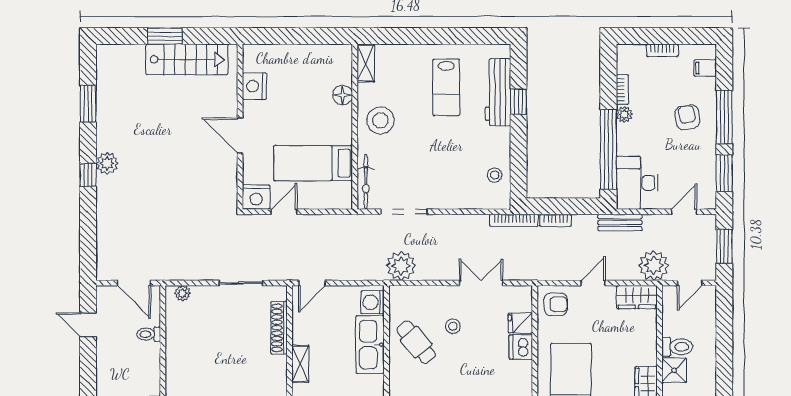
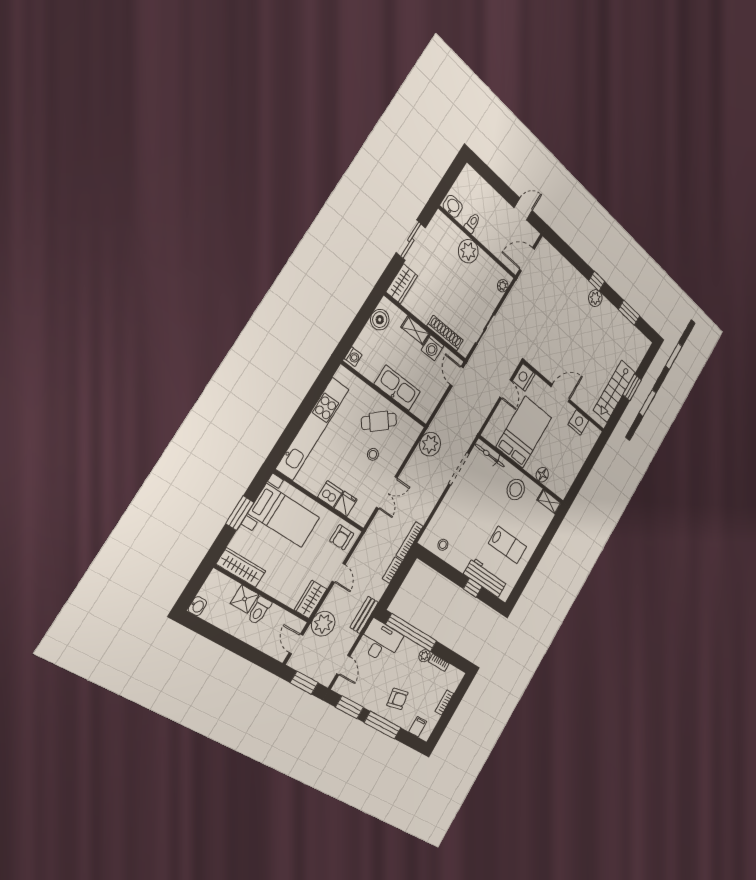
lab bench: (446, 87) -> (508, 545), turned 180
bed: (313, 163) -> (524, 432), width x1.50
washing machine: (372, 302) -> (433, 348), moved, turned 180
toilet: (149, 334) -> (472, 223), moved
plant: (179, 359) -> (468, 251), added

